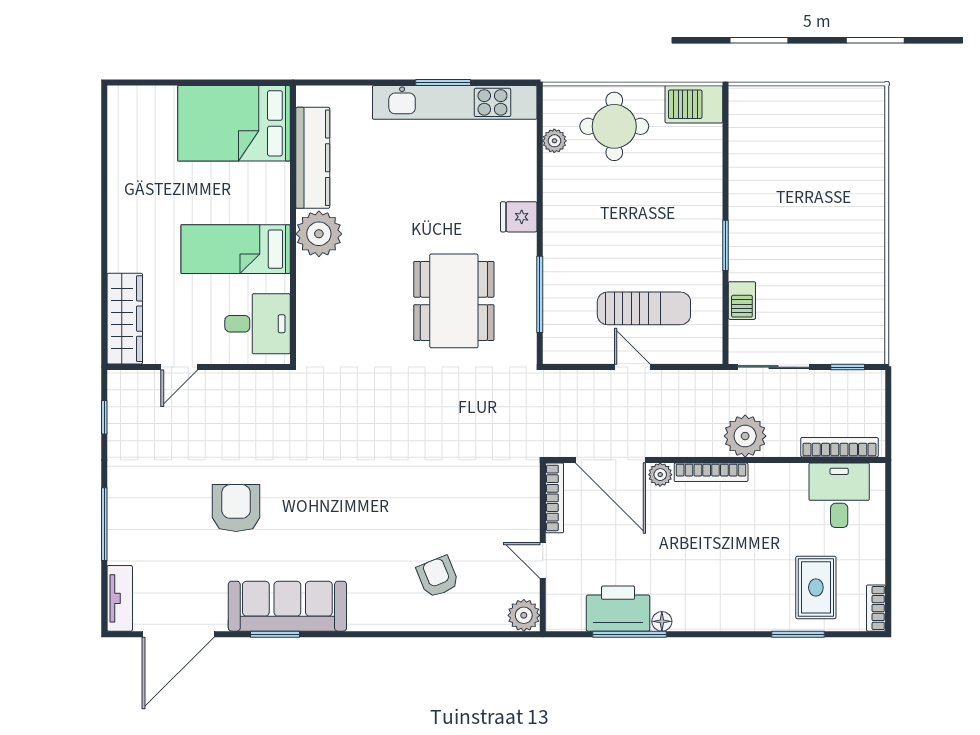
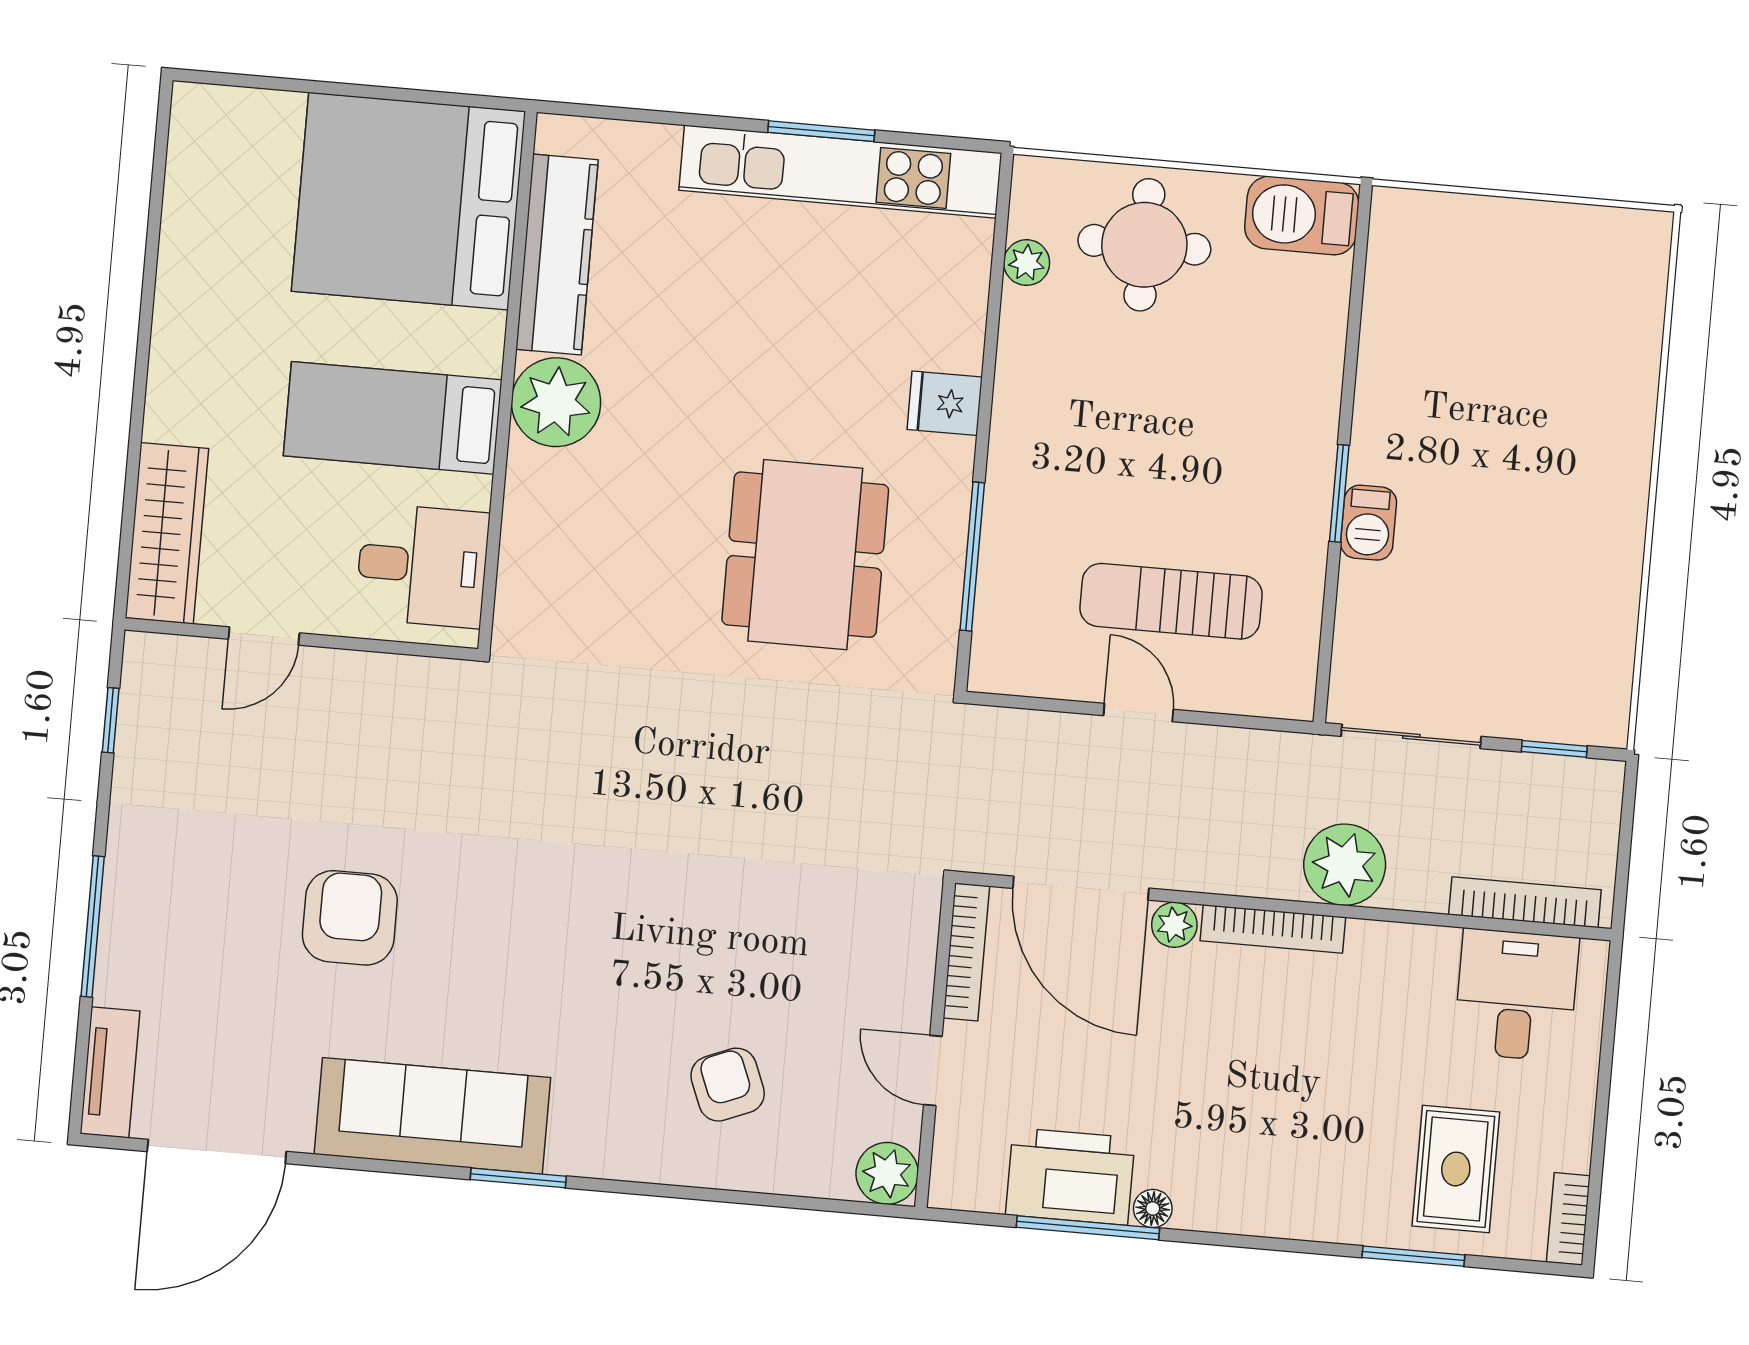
bed: (234, 123) -> (408, 201), width x1.36
barbecue: (742, 301) -> (1368, 523), moved
sun lounger: (644, 308) -> (1171, 601), turned 180
window: (275, 634) -> (518, 1178), moved

